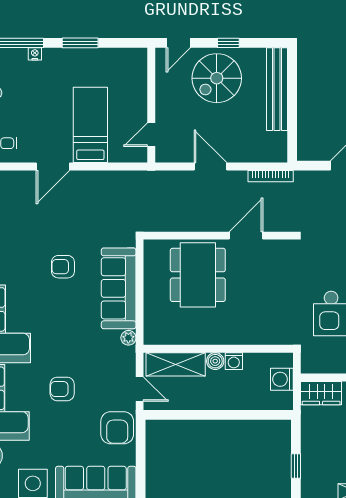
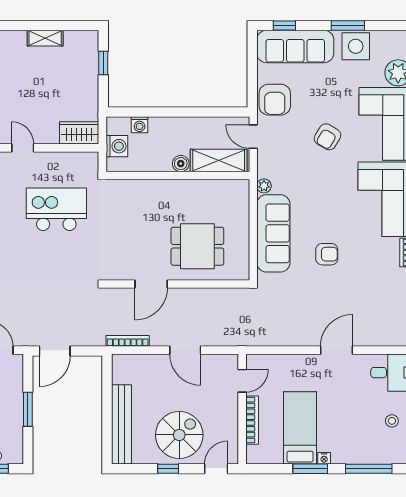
nightstand: (35, 54) -> (324, 458), moved
bookcase: (141, 94) -> (252, 420), added
bed: (90, 125) -> (300, 428), moved, turned 180
dining table: (198, 275) -> (197, 246), width x0.73
washing machine: (234, 361) -> (140, 125), moved, turned 180
armchair: (62, 389) -> (328, 137), turned 121
armchair: (117, 428) -> (275, 100), turned 180

